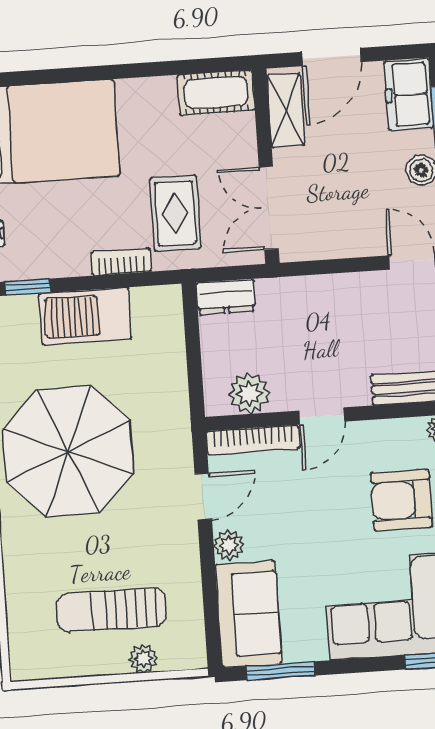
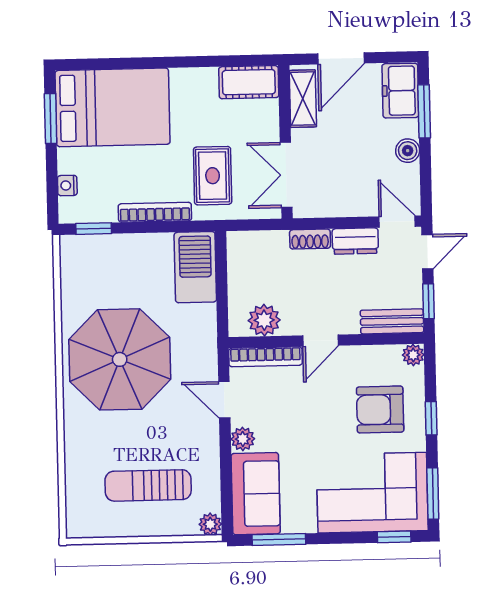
bookcase: (121, 262) -> (155, 212), width x1.56
shoe rack: (303, 288) -> (310, 239), added
dresser: (226, 297) -> (355, 241), moved
barbecue: (85, 316) -> (195, 267), moved, turned 90
door: (203, 497) -> (224, 400), swing flipped
plant: (143, 659) -> (210, 524), moved

